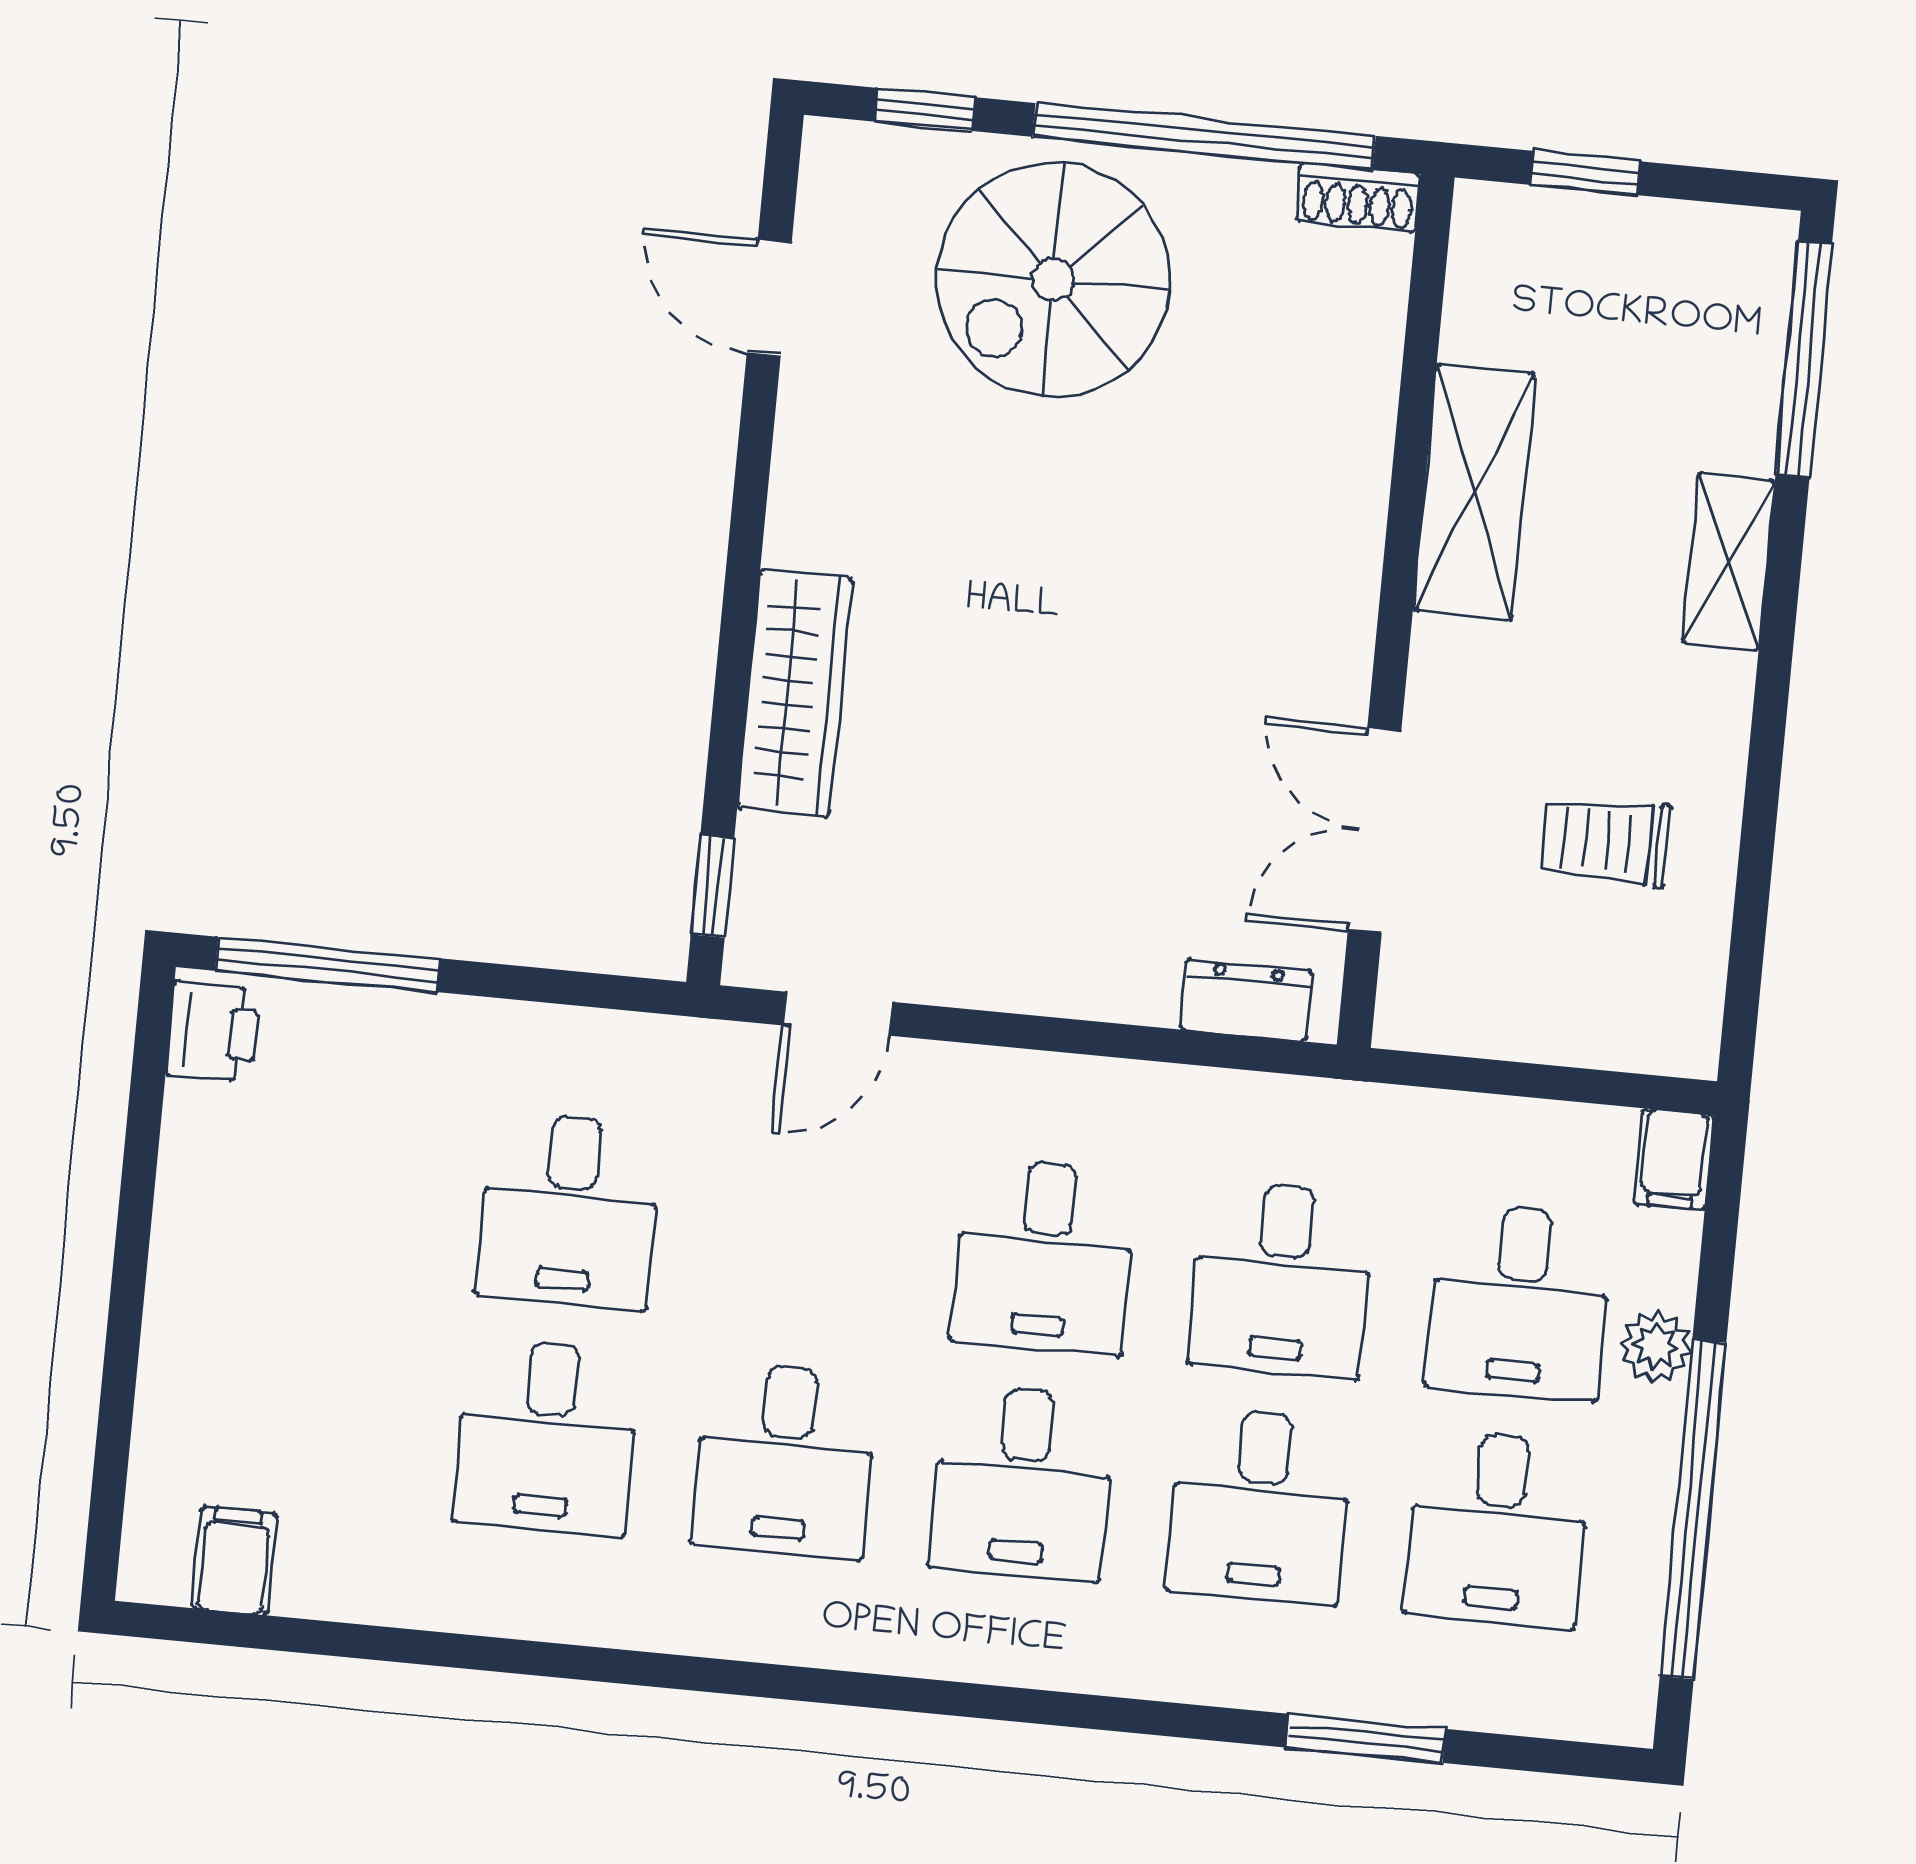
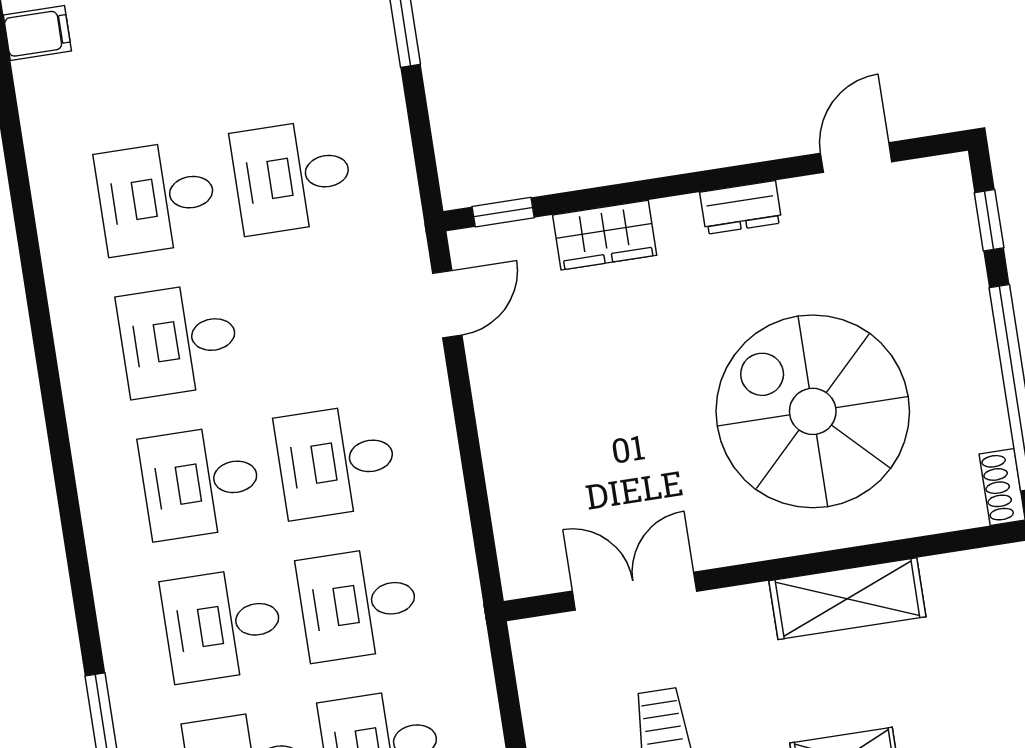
spiral stairs: (1053, 280) -> (813, 411), moved, width x1.37, depth x1.37
wardrobe: (795, 693) -> (605, 235), width x0.67
dresser: (1246, 1000) -> (741, 207), moved, turned 90
door: (837, 1014) -> (447, 304), swing flipped

